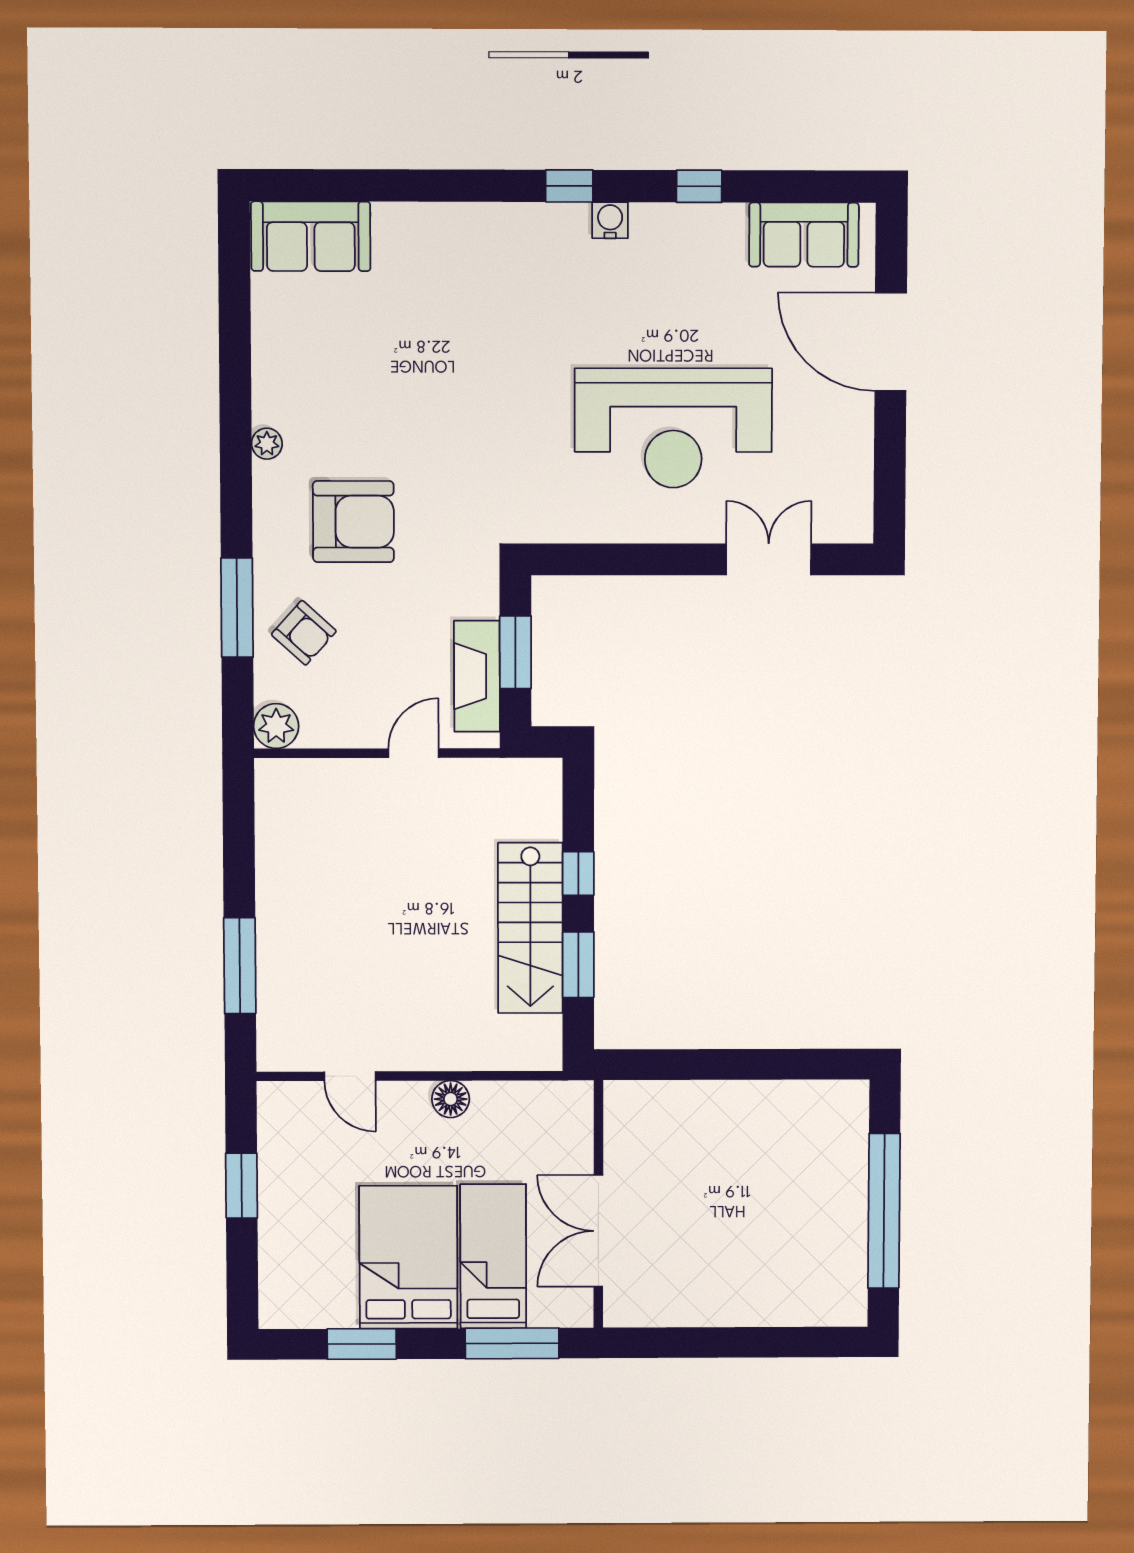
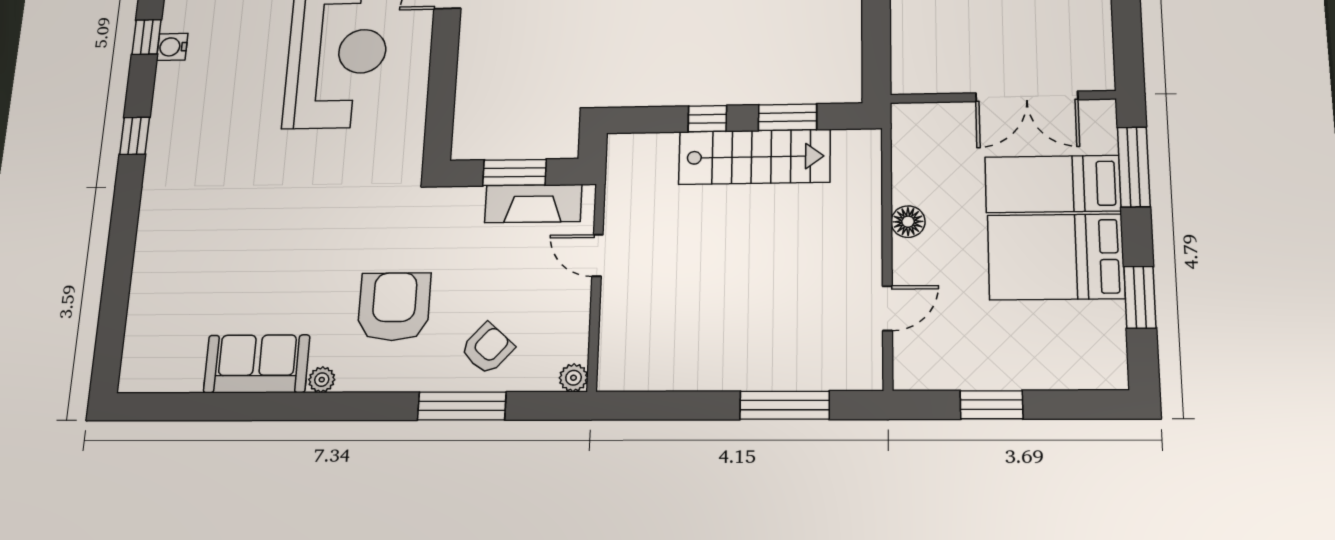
water cooler: (610, 220) -> (172, 47), moved
sofa: (311, 236) -> (257, 364), moved, turned -90
plant: (276, 726) -> (574, 378), width x0.73, depth x0.73

